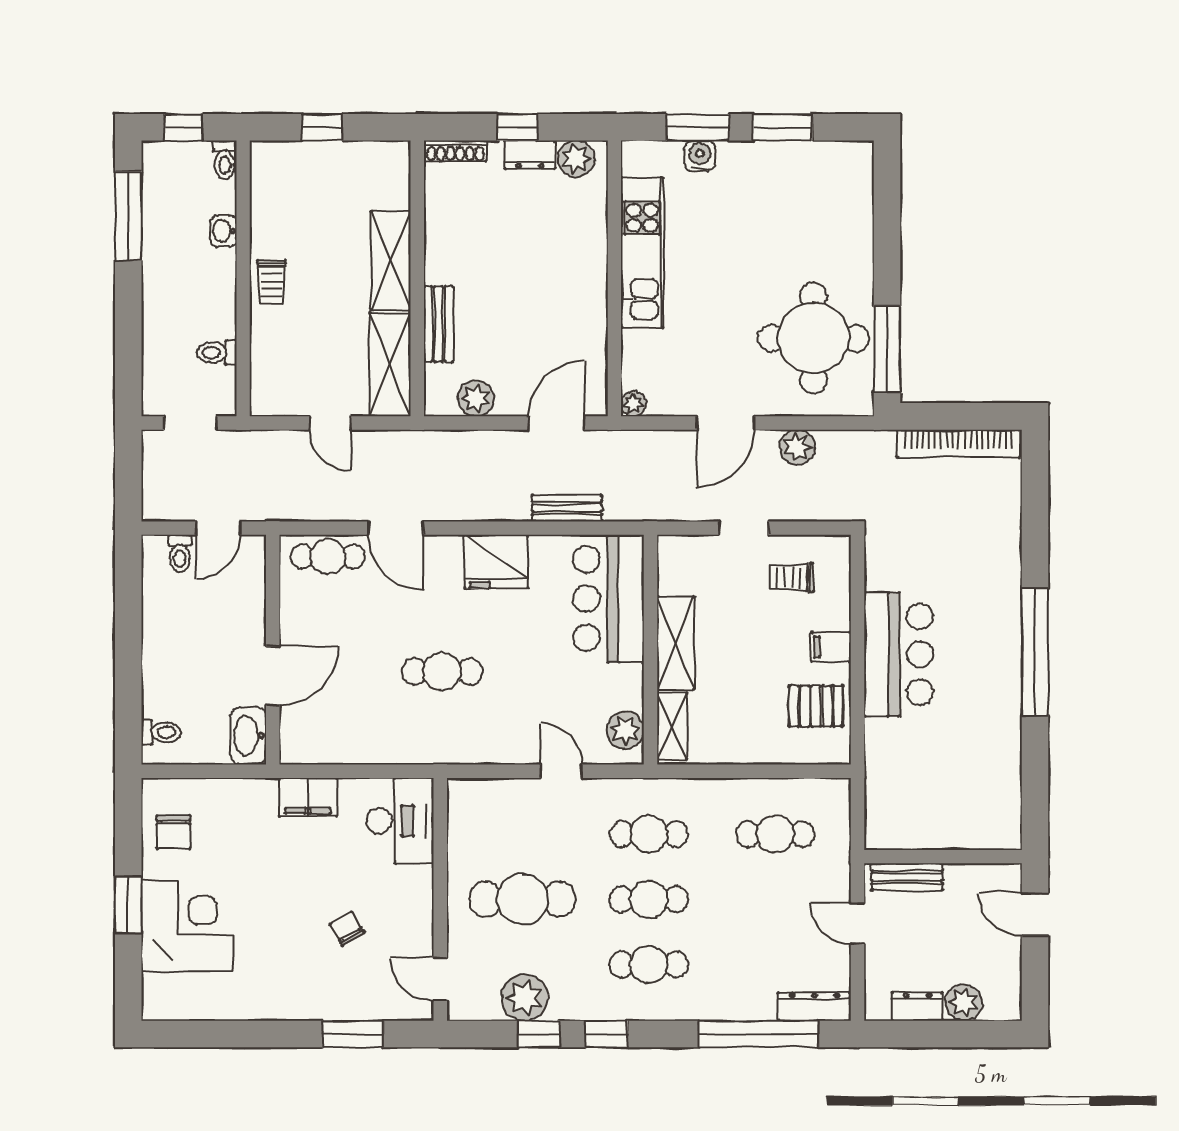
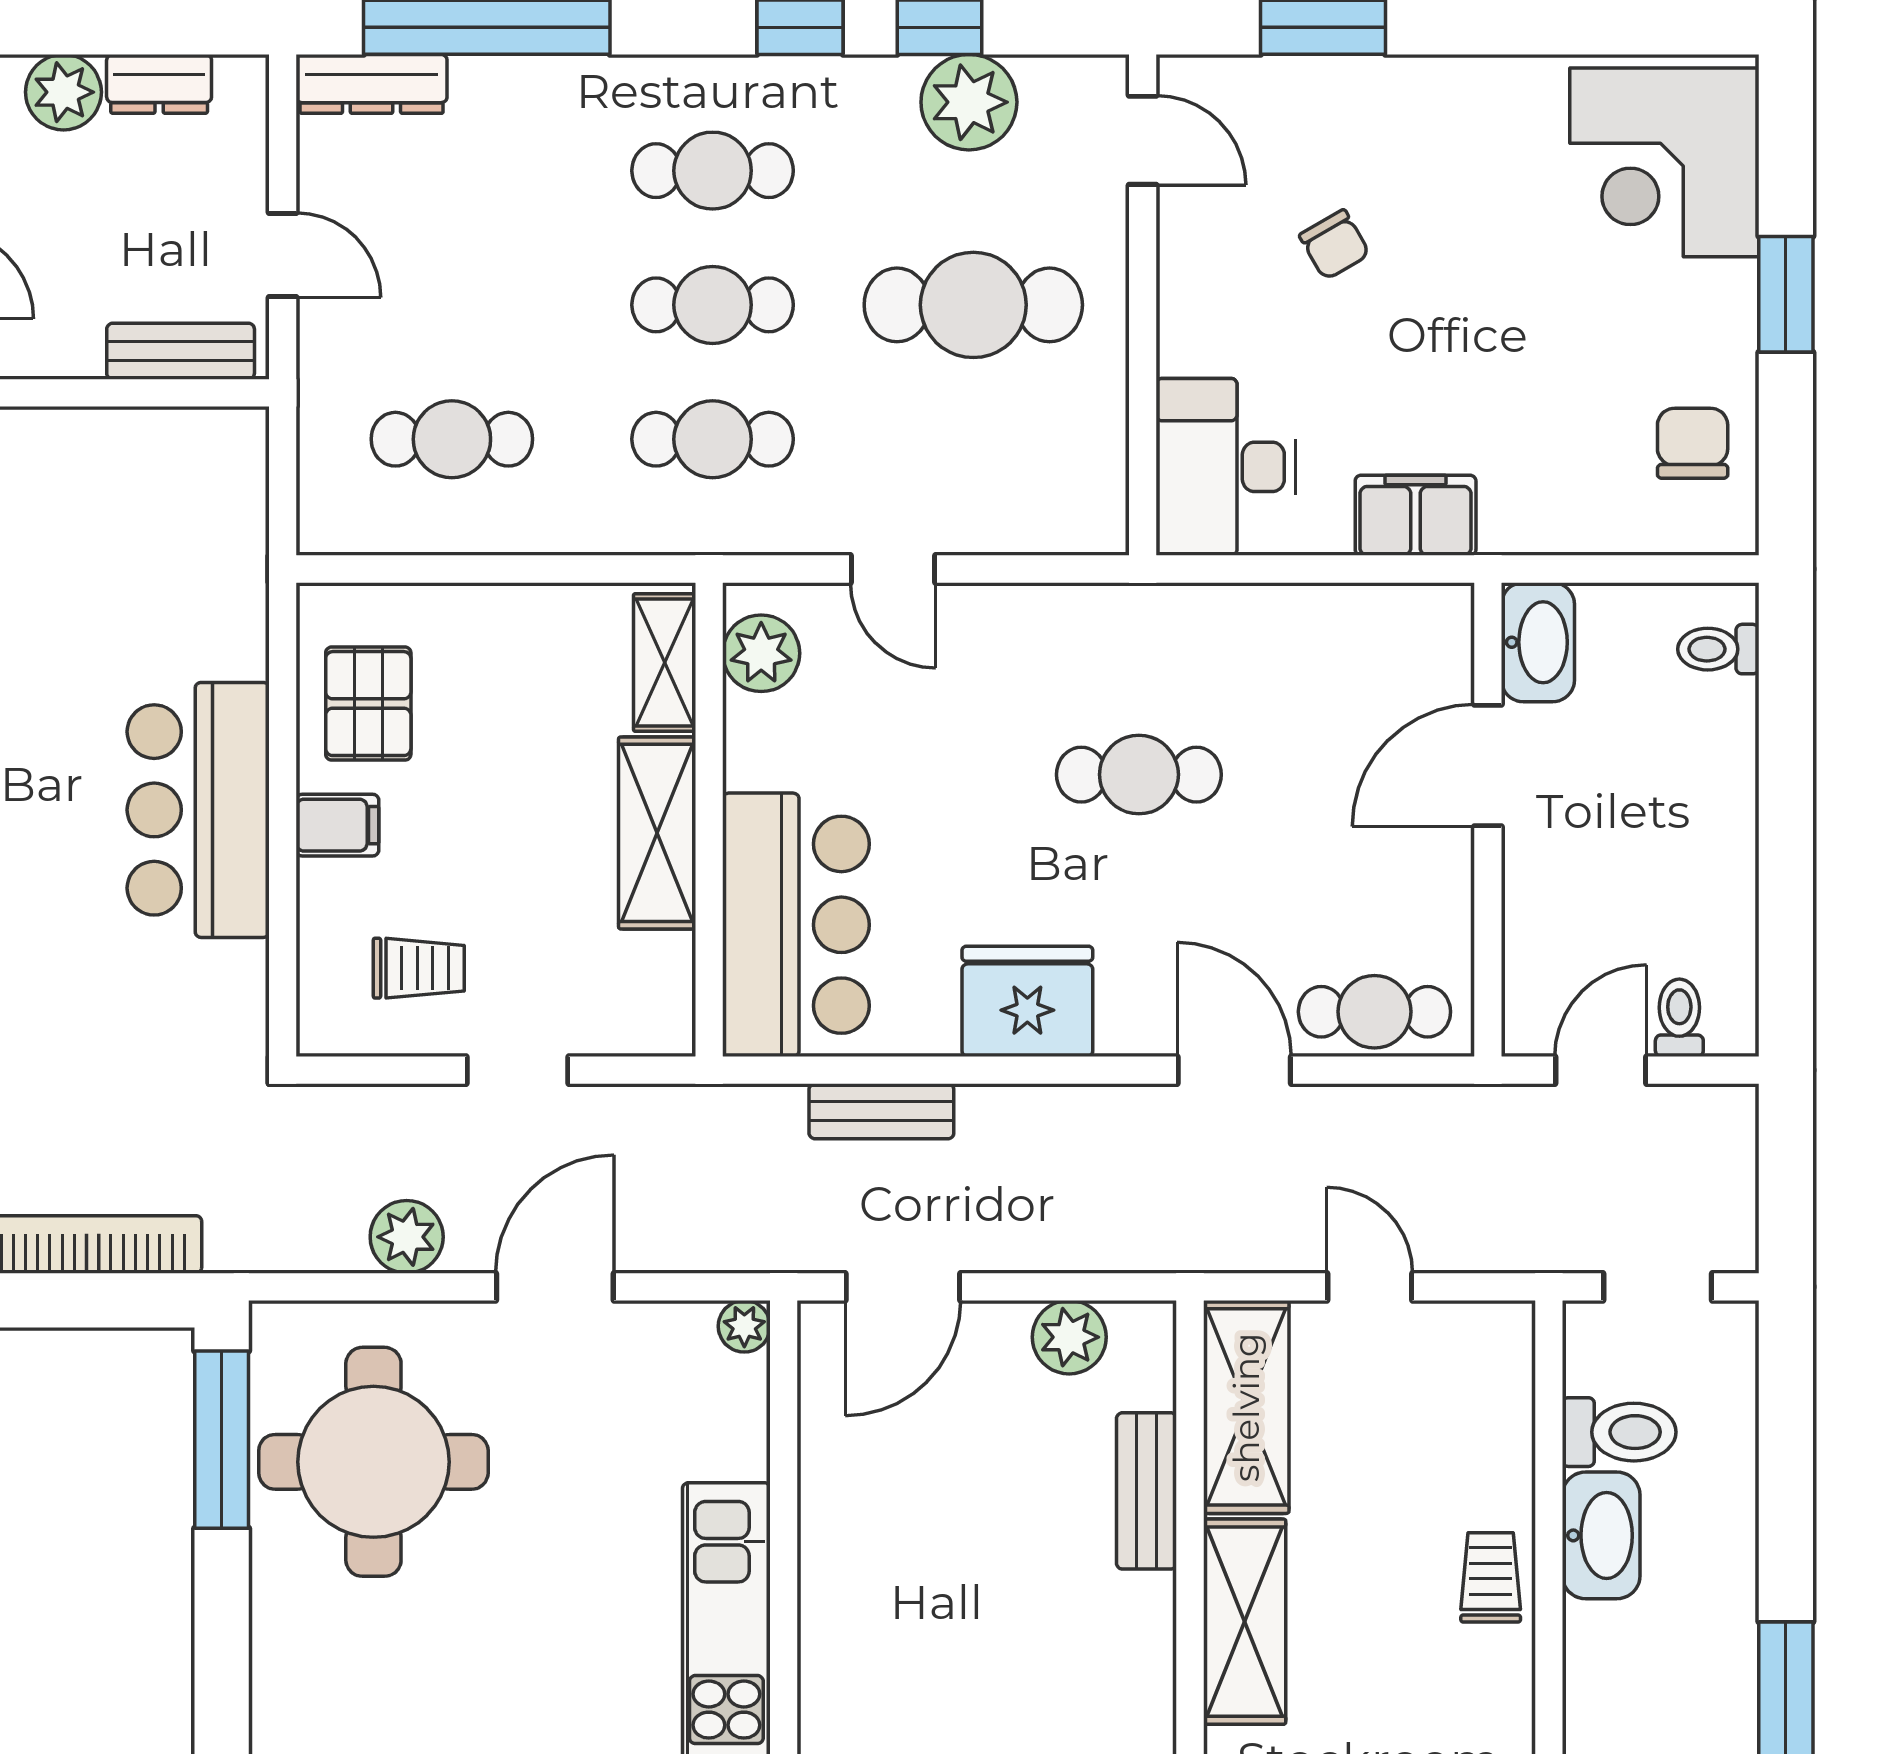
washbasin: (224, 231) -> (1601, 1535), moved, width x1.91, depth x1.45
toilet: (217, 352) -> (1619, 1432), width x1.37, depth x1.39
pallet: (816, 706) -> (368, 704), turned 90
corner desk: (187, 926) -> (1664, 162), moved

